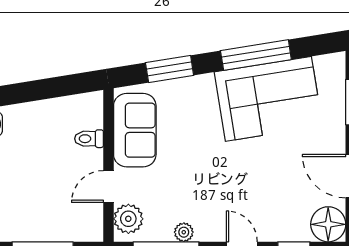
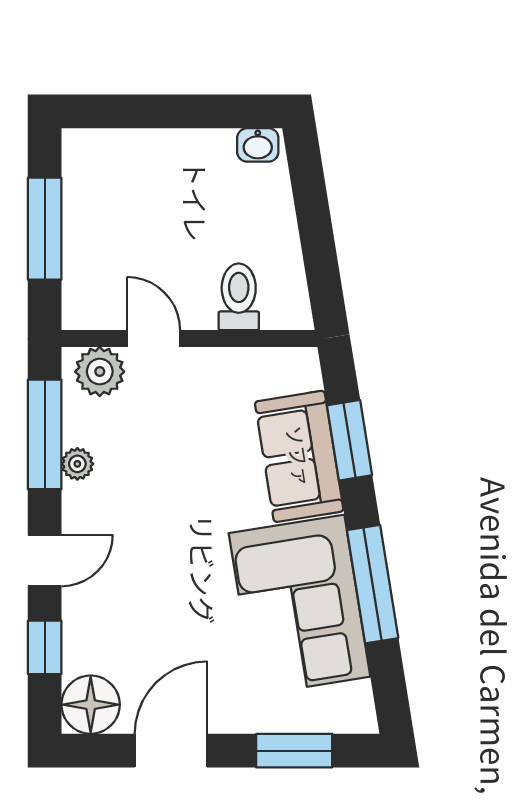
sofa: (135, 130) -> (299, 456), moved, turned 81
toilet: (89, 139) -> (239, 297), width x1.37, depth x1.39

